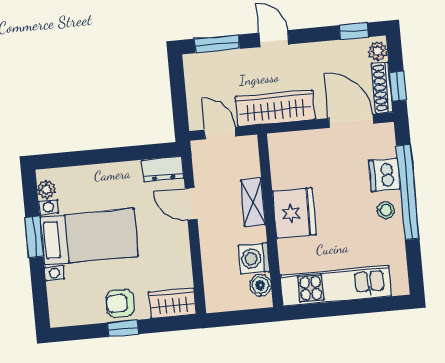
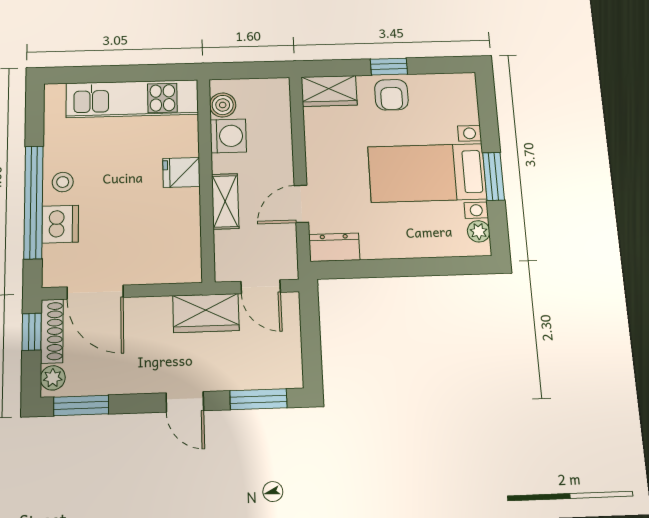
window: (354, 31) -> (81, 405), width x1.50
wardrobe: (275, 108) -> (206, 313), width x0.67
door: (191, 204) -> (301, 204), swing flipped
fridge: (294, 213) -> (181, 172), width x0.53, depth x0.75
armchair: (120, 303) -> (391, 95), turned 90

